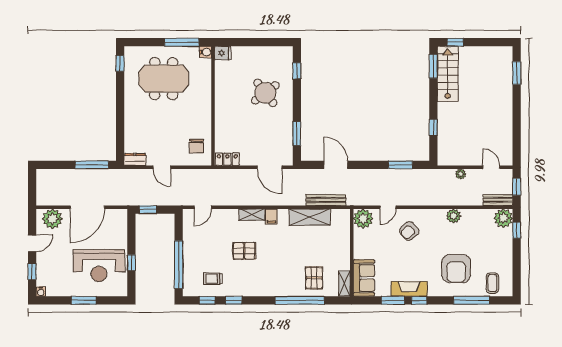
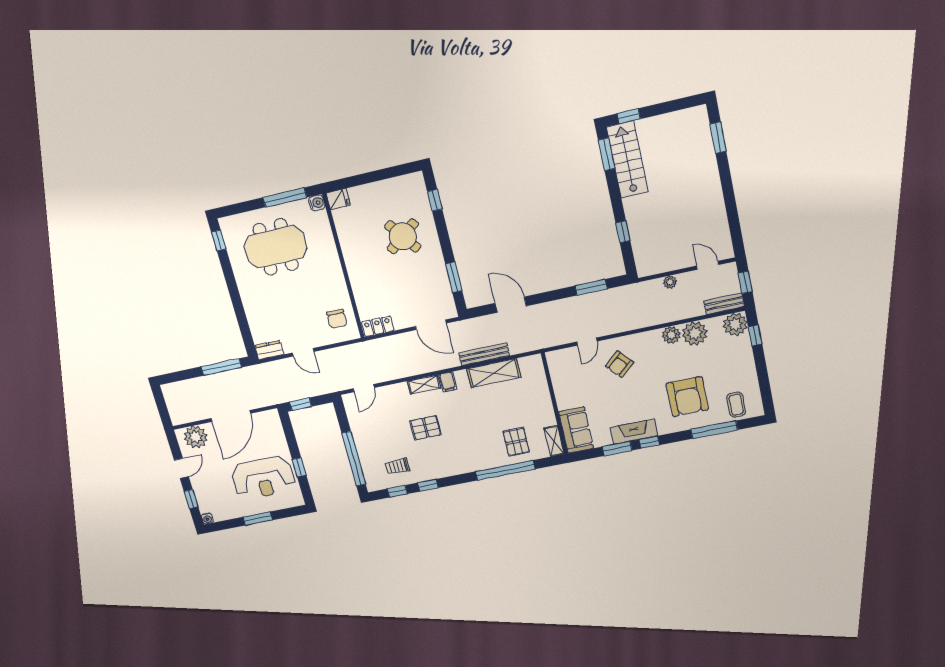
bench: (326, 200) -> (484, 354), moved
plant: (363, 219) -> (695, 333), moved

